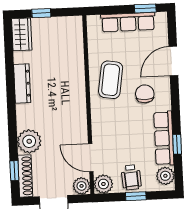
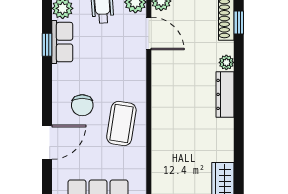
dresser: (22, 83) -> (225, 94), moved
row of seats: (164, 138) -> (62, 42), width x0.68
plant: (29, 141) -> (226, 62), width x0.53, depth x0.53

